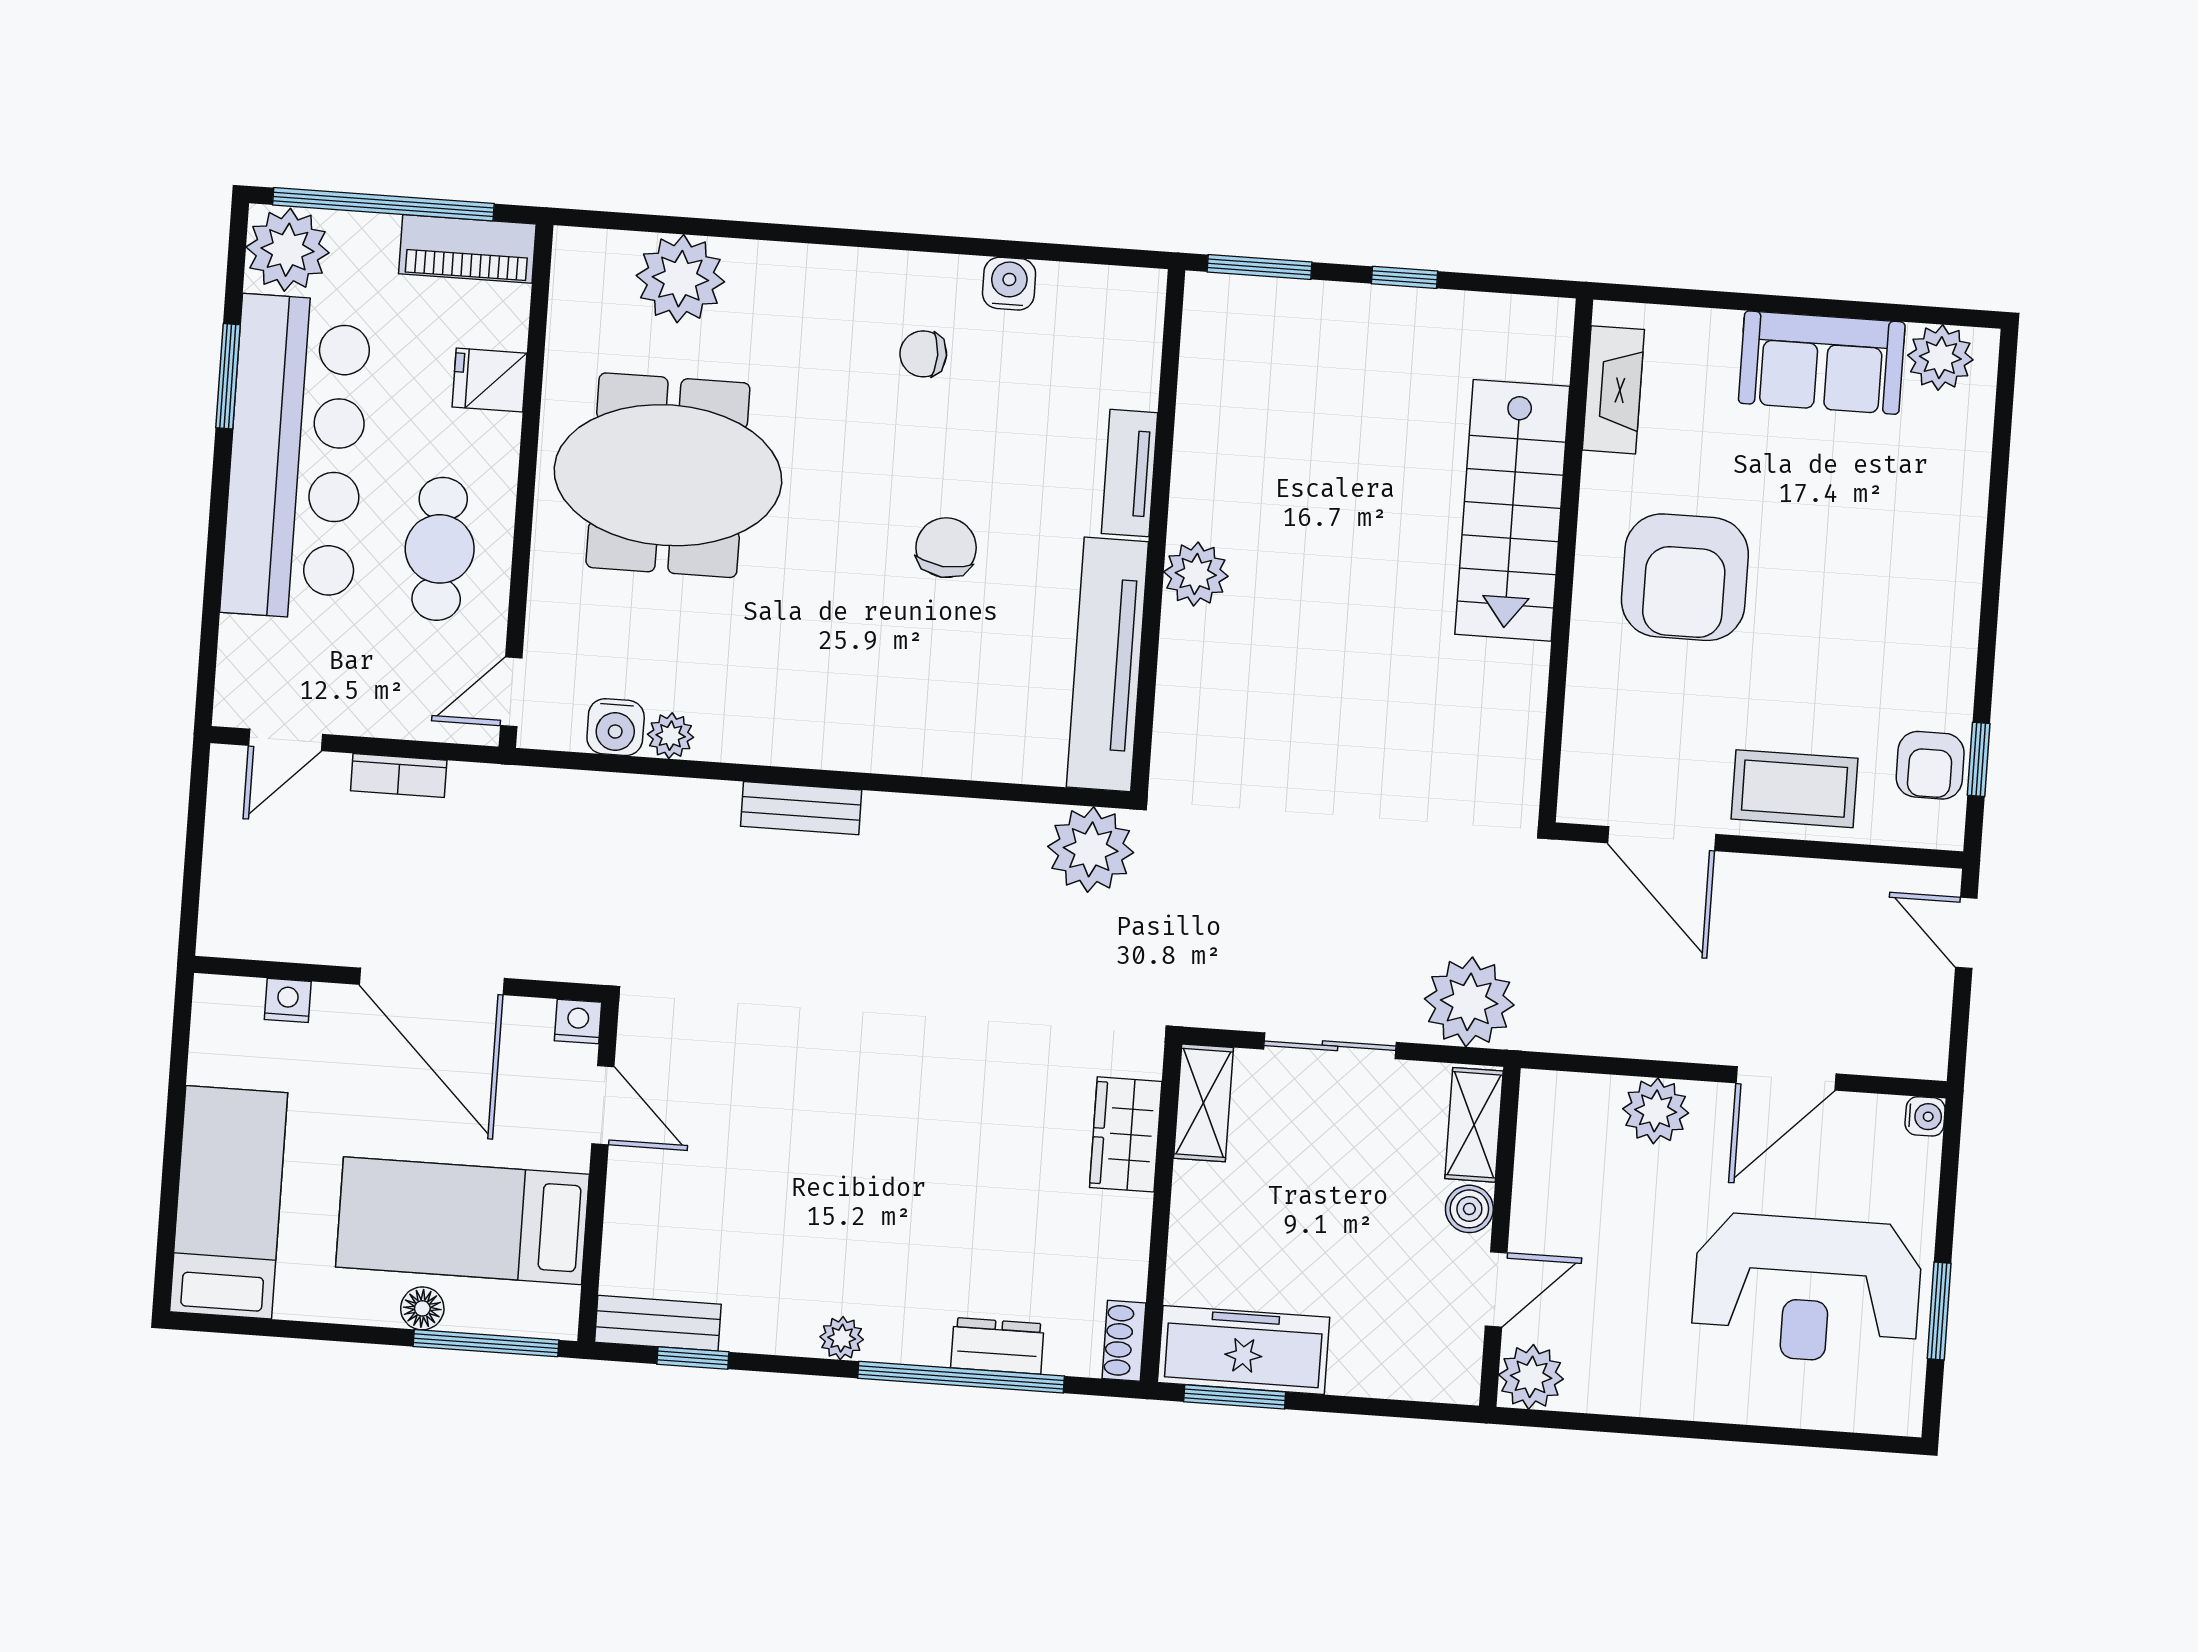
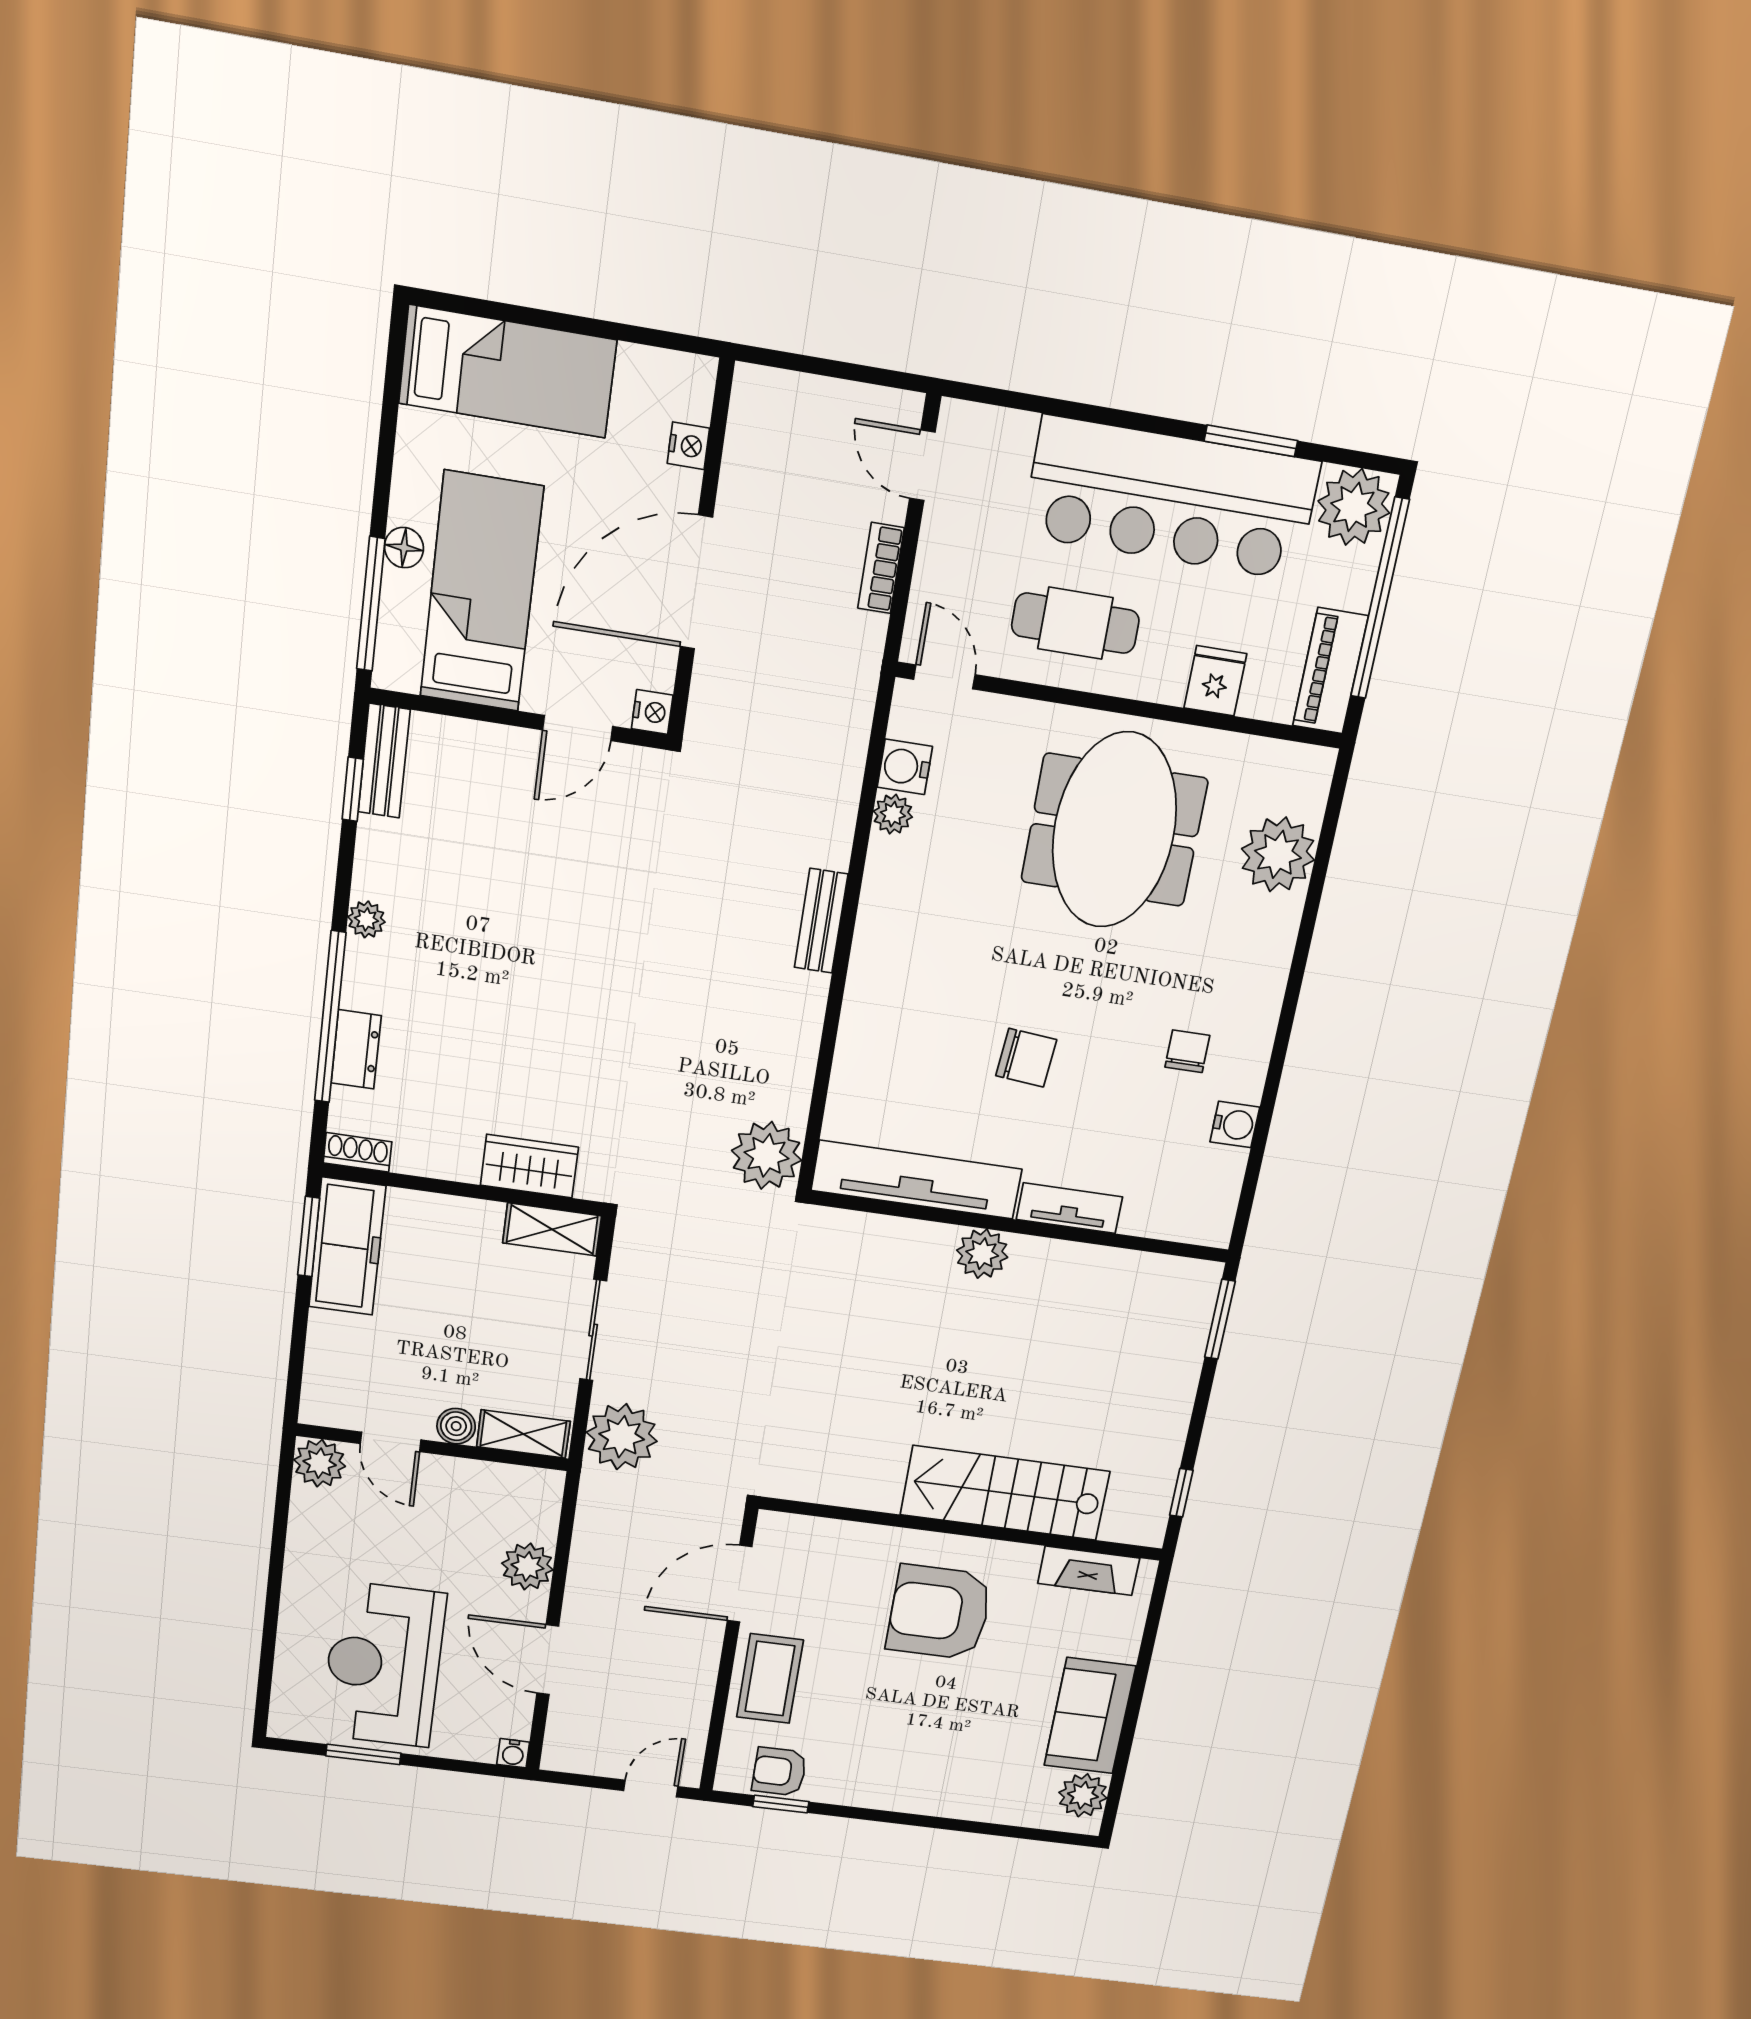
window: (1405, 277) -> (1181, 1493), moved

